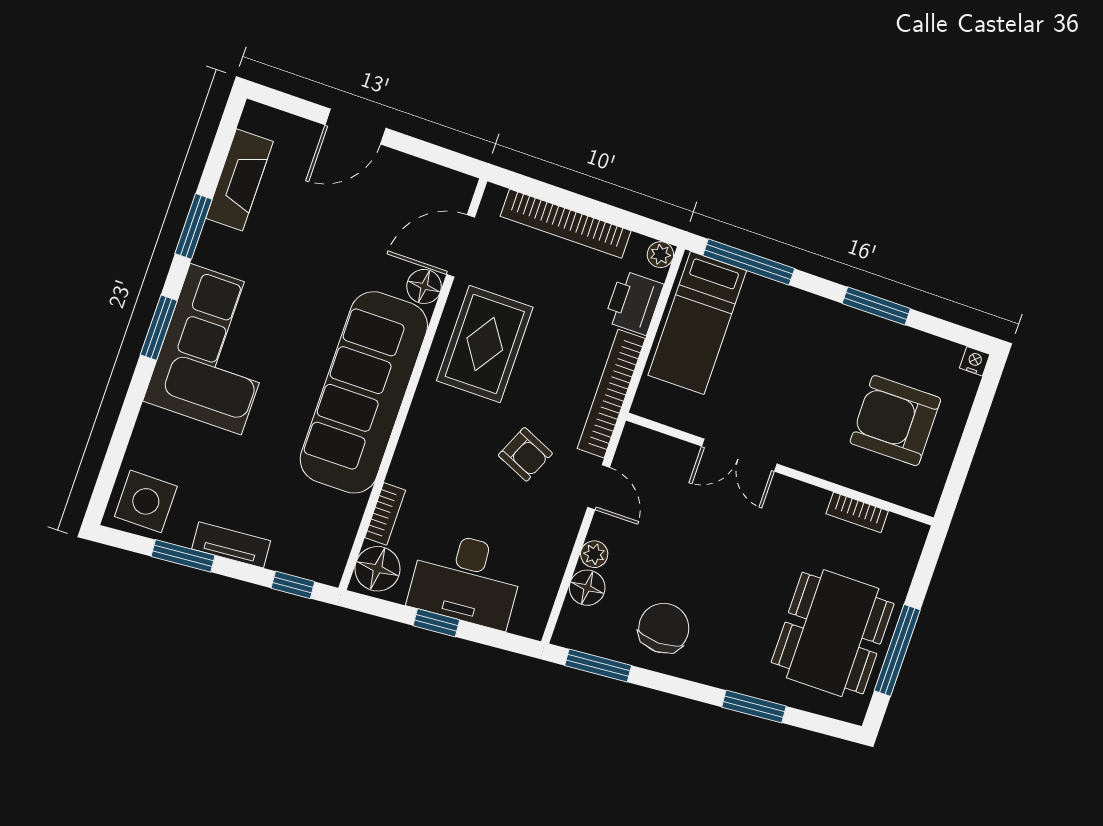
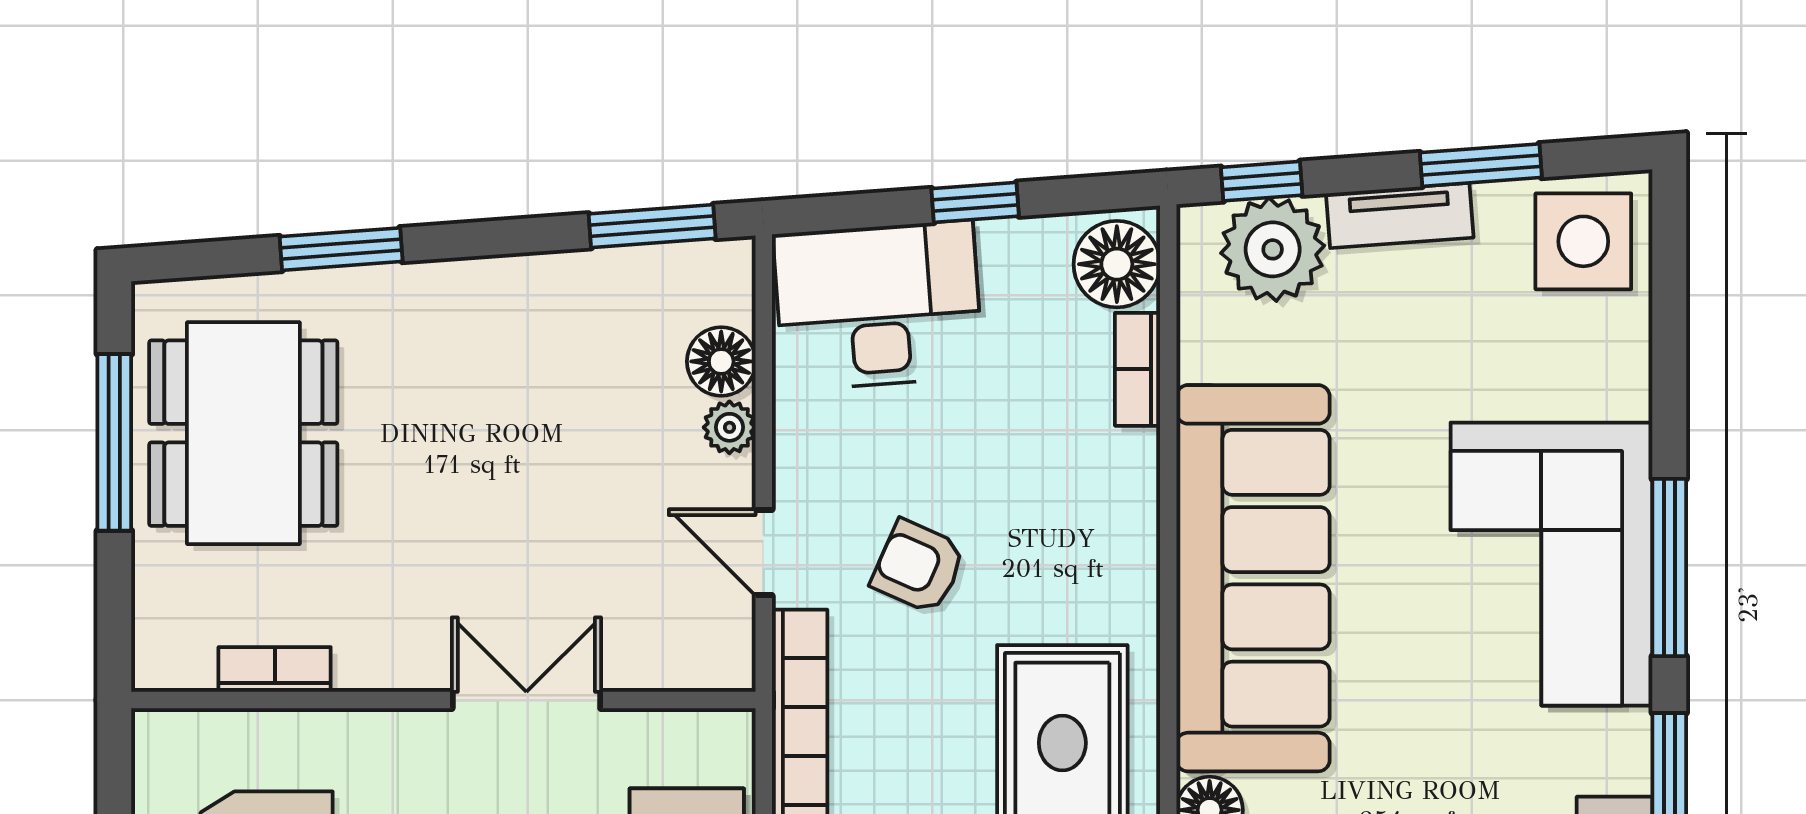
window: (159, 328) -> (1669, 568), width x1.44
plant: (299, 550) -> (1273, 249), added
desk: (466, 579) -> (878, 305), moved
chair: (664, 628) -> (556, 336), removed

